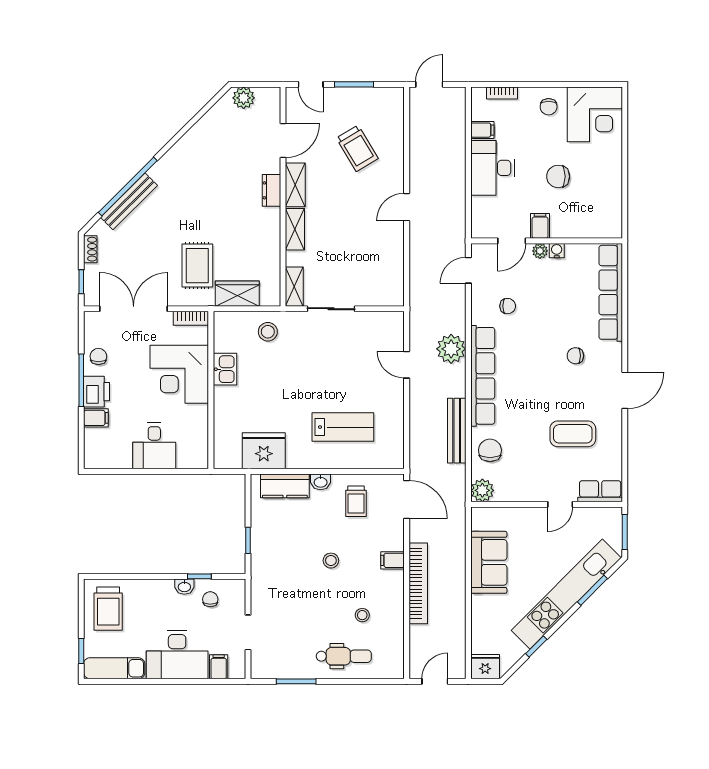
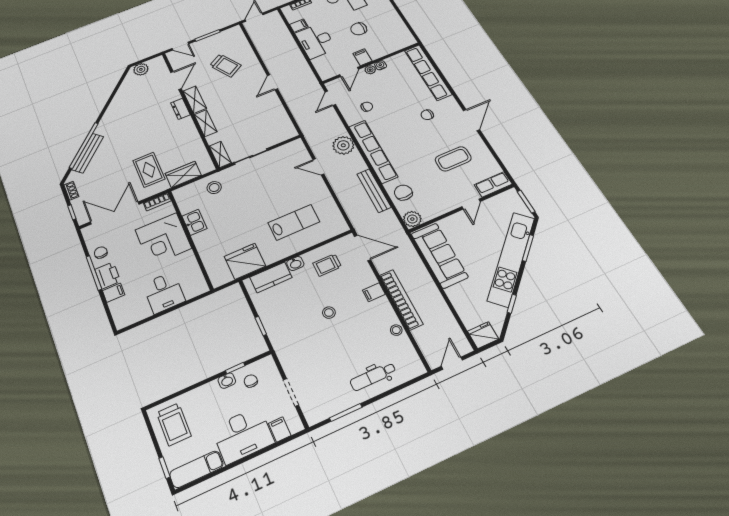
trolley: (356, 501) -> (327, 265), turned 90
sofa: (489, 562) -> (439, 255), width x1.36
stool: (362, 615) -> (396, 330), moved
dental chair: (344, 656) -> (373, 376), turned 180

